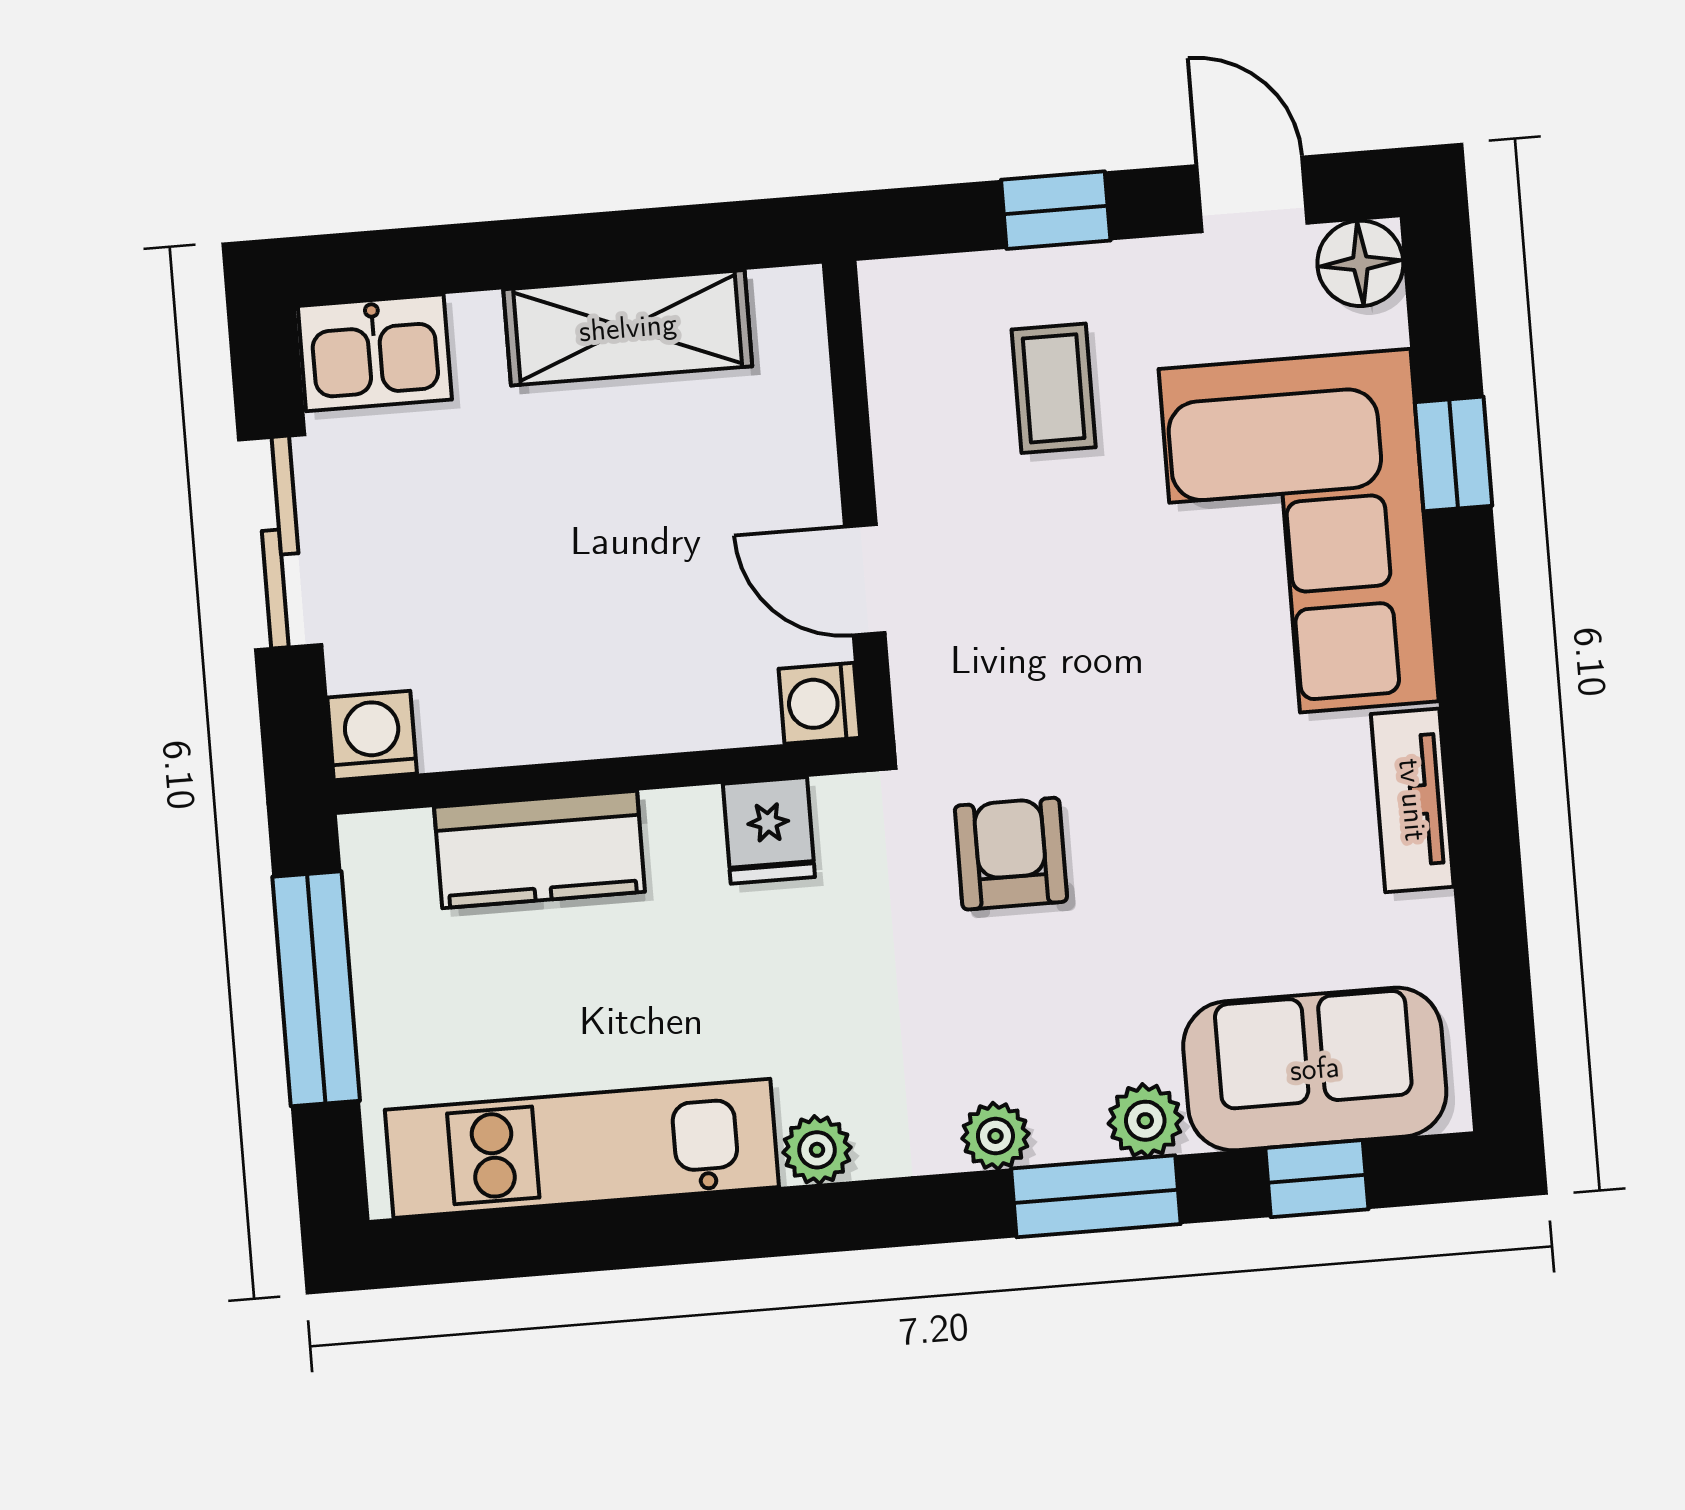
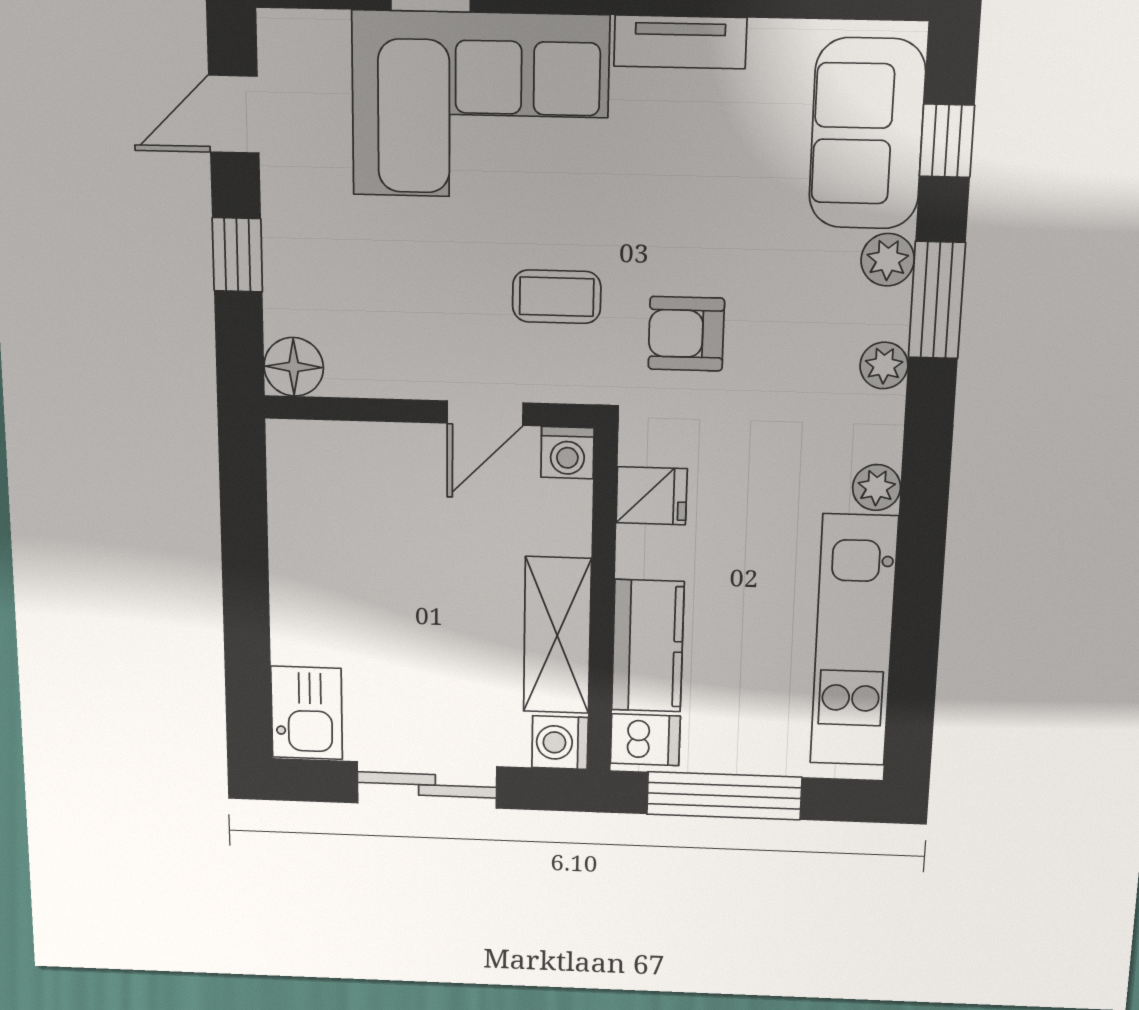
floor lamp: (1360, 263) -> (294, 367), moved
shelving: (628, 328) -> (557, 635), moved
coffee table: (1054, 388) -> (557, 297), moved
dishwasher: (392, 862) -> (645, 740), added

